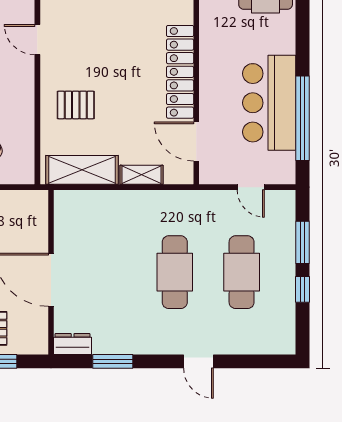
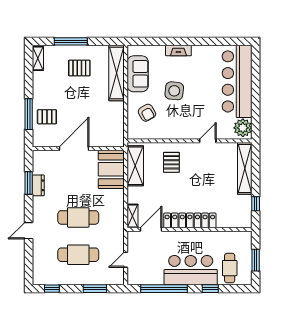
window: (302, 35) -> (210, 289), added
bar counter: (269, 103) -> (191, 270), moved
shelving: (141, 175) -> (133, 216), moved
booth: (88, 213) -> (111, 169), added
window: (302, 289) -> (52, 289), moved
dresser: (73, 344) -> (38, 185), moved

